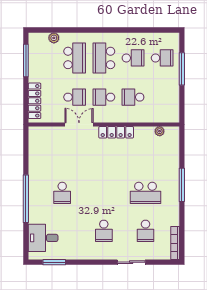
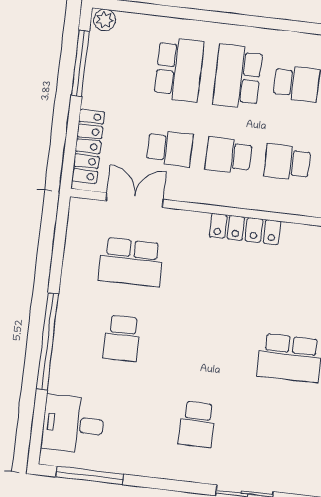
plant: (54, 38) -> (105, 20), moved
double door: (79, 124) -> (135, 200), moved
school desk: (146, 231) -> (131, 262), moved, width x1.85
window: (54, 262) -> (90, 475), width x1.44

